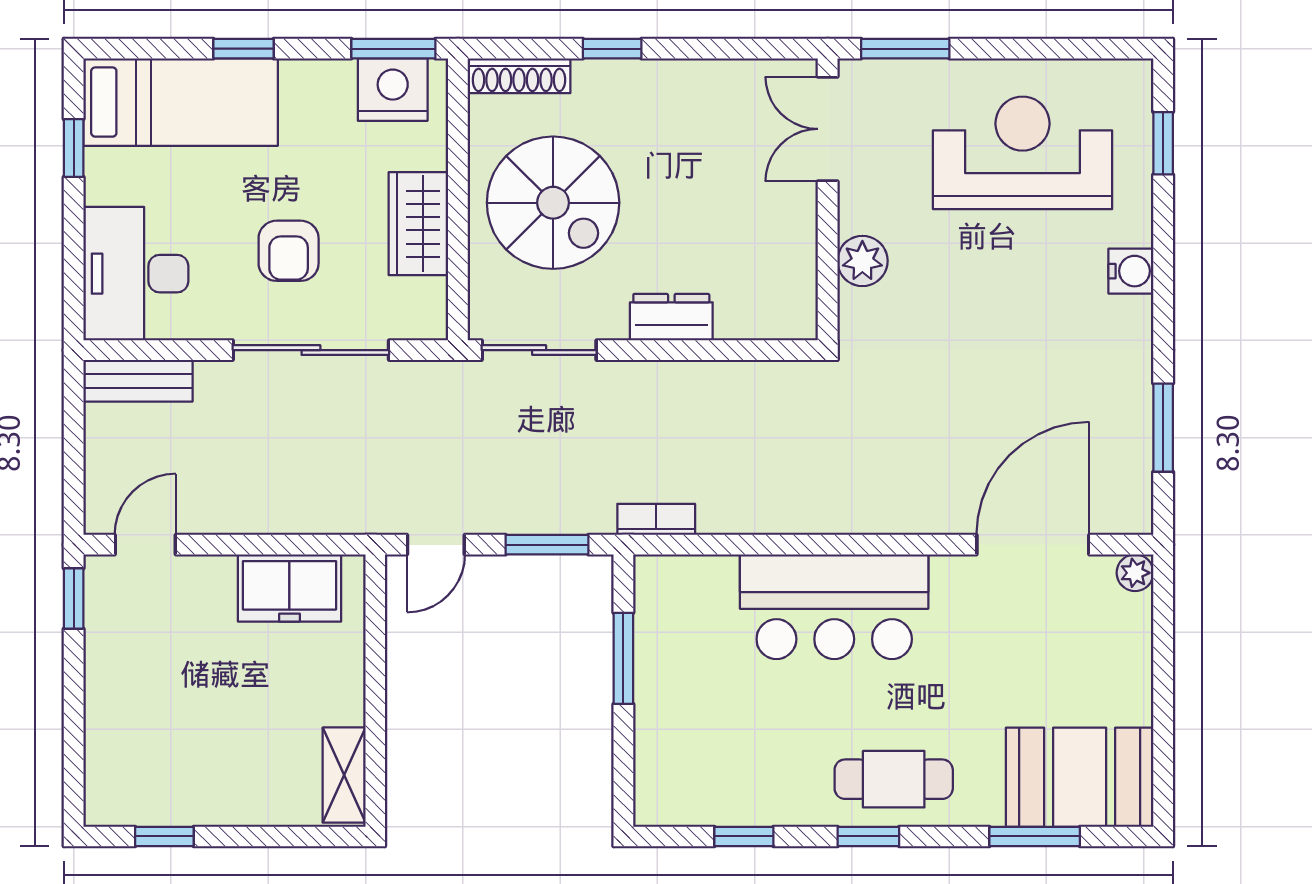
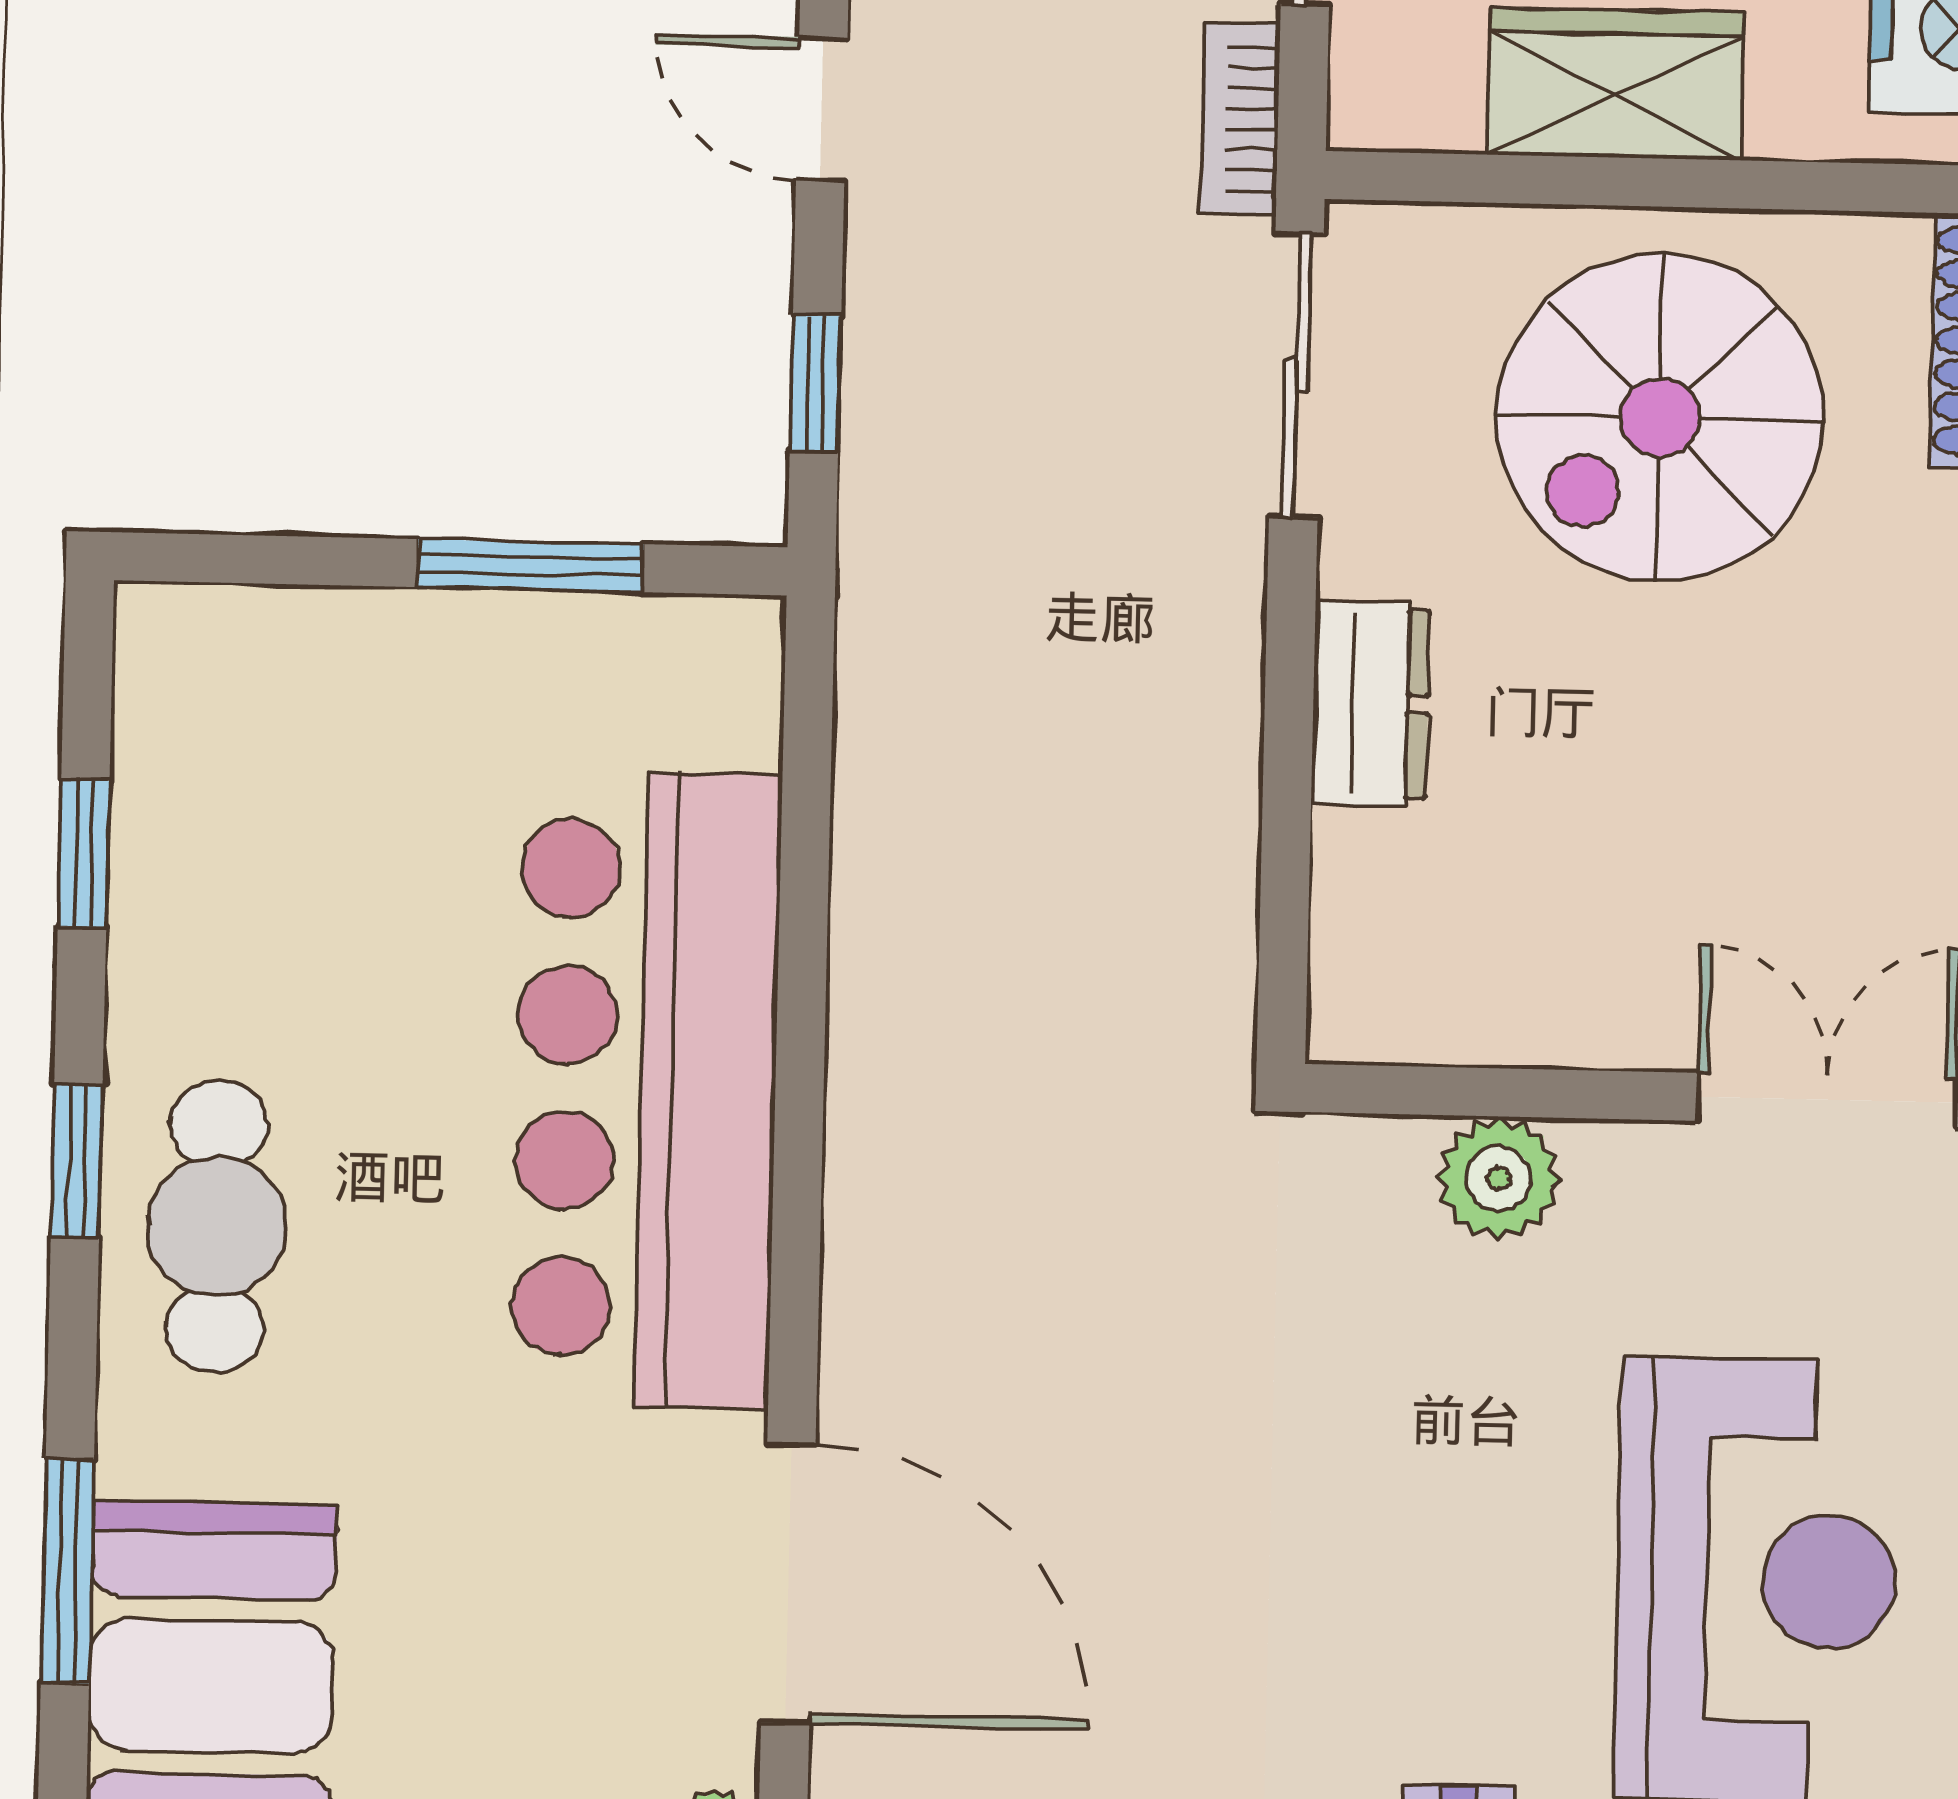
bookcase: (656, 519) -> (1240, 119), moved, turned 180
window: (547, 545) -> (816, 383), width x0.67
bar counter: (834, 607) -> (646, 1089), width x1.36

